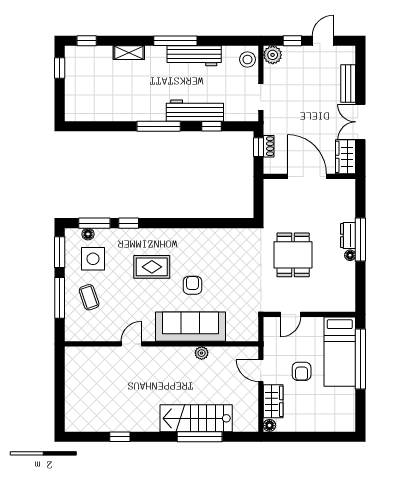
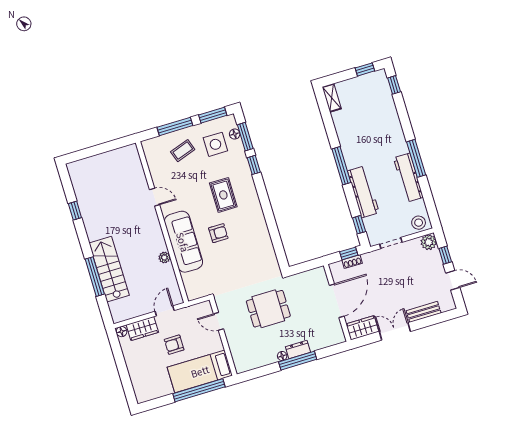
shelving: (129, 53) -> (332, 98), moved
window: (211, 126) -> (359, 225), moved

